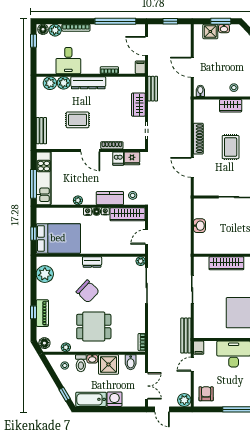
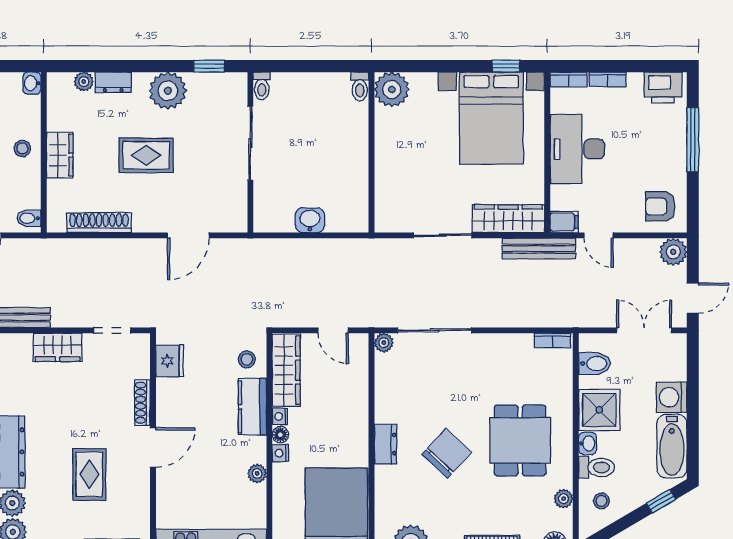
shoe rack: (198, 139) -> (99, 223), moved
dishwasher: (118, 159) -> (170, 390), removed
wardrobe: (226, 263) -> (508, 219), moved, turned -90

